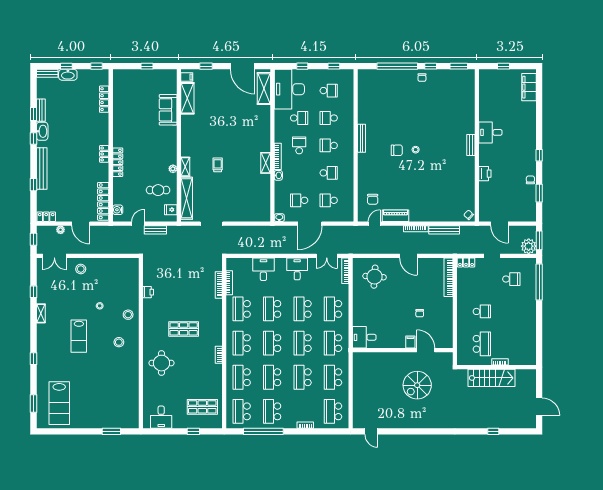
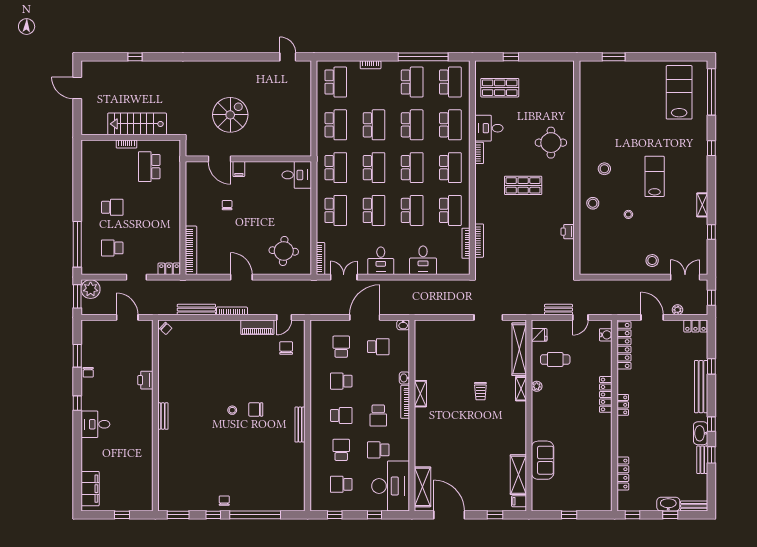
school desk: (329, 118) -> (341, 450), turned -90
desk: (490, 132) -> (95, 424), moved, turned 180
school desk: (329, 200) -> (341, 347), turned -90
school desk: (482, 311) -> (112, 207), moved, turned 180
window: (33, 404) -> (711, 92), width x2.11
desk: (161, 417) -> (489, 128), moved, turned -90

